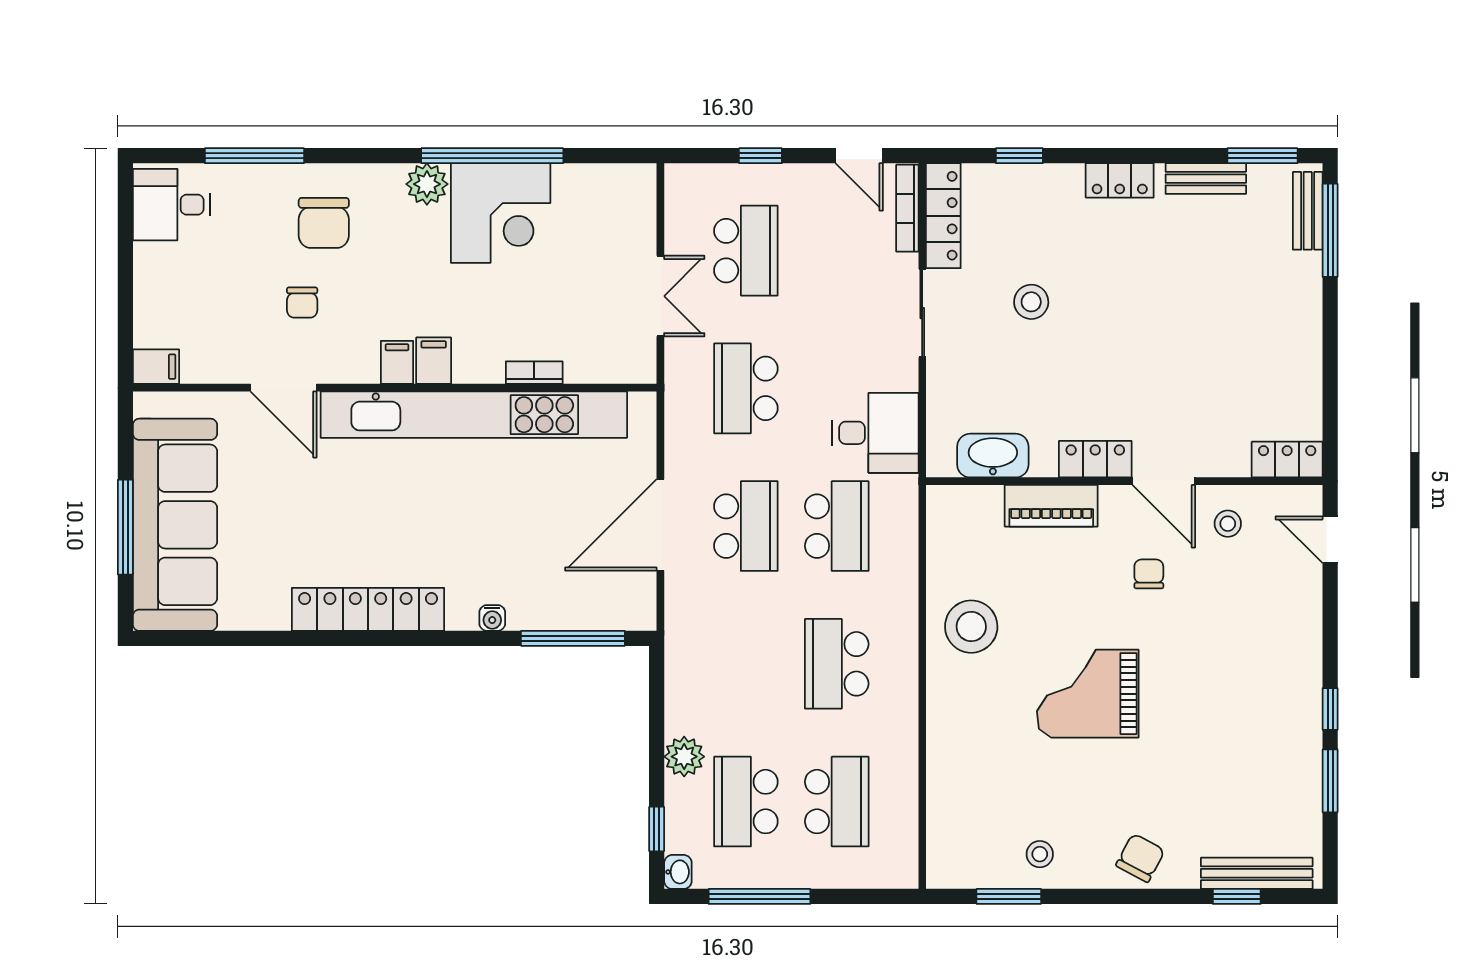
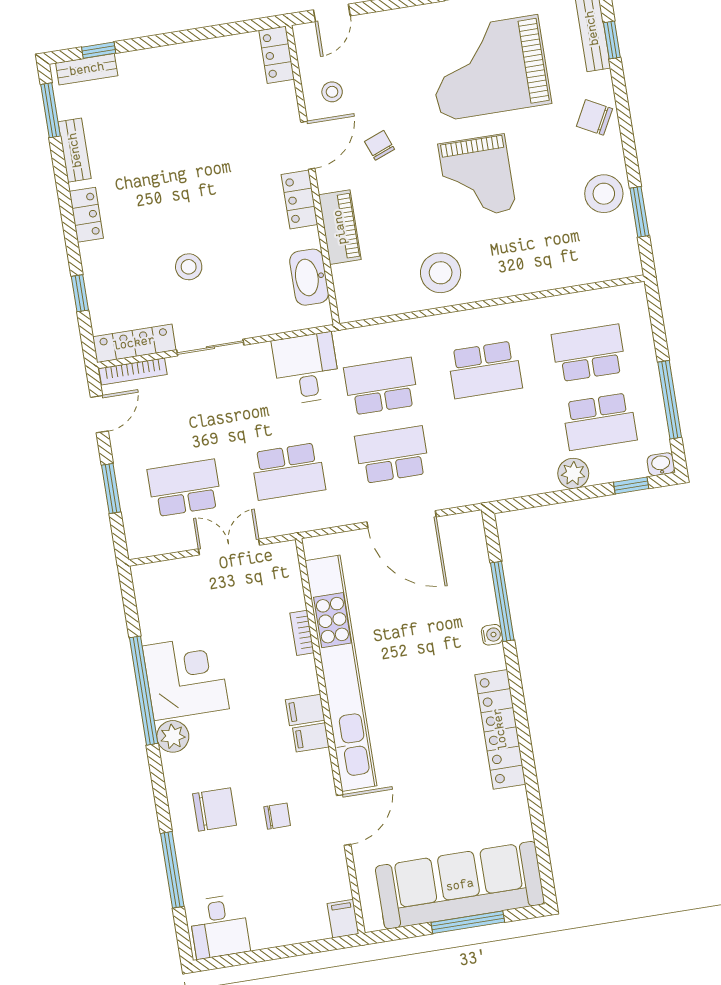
window: (760, 156) -> (111, 488), width x1.50
window: (1330, 230) -> (99, 50), width x0.46
chair: (1149, 574) -> (380, 145), turned 69
window: (573, 638) -> (502, 601), moved
grand piano: (1226, 731) -> (489, 68), added
stool: (1040, 854) -> (604, 194), width x1.89, depth x1.89

